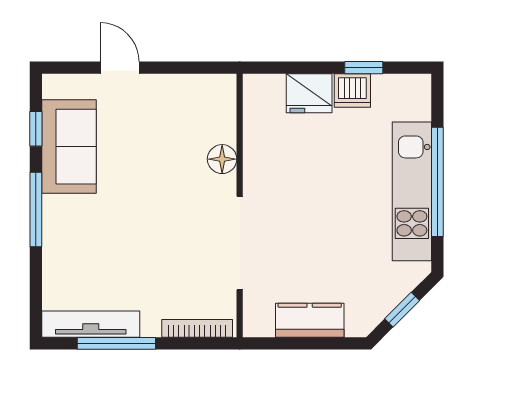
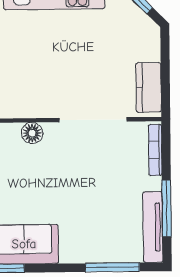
window: (36, 210) -> (112, 267), moved
kitchen counter: (310, 320) -> (149, 87), moved

